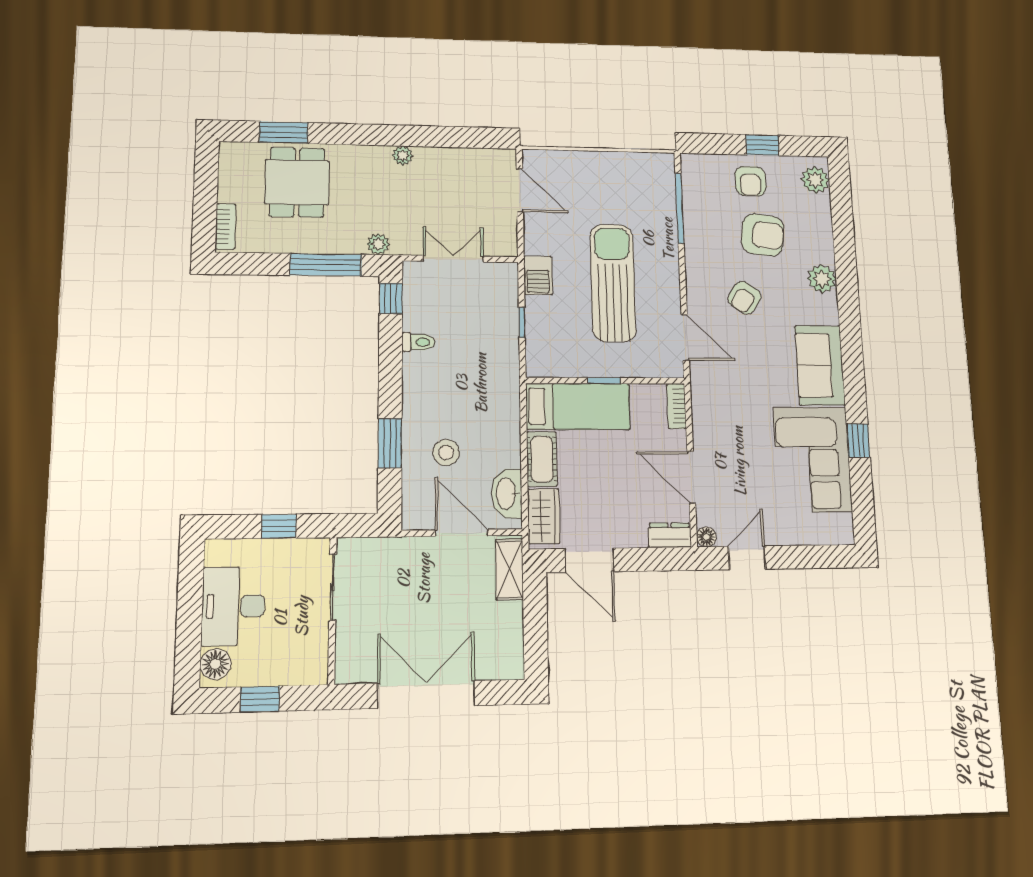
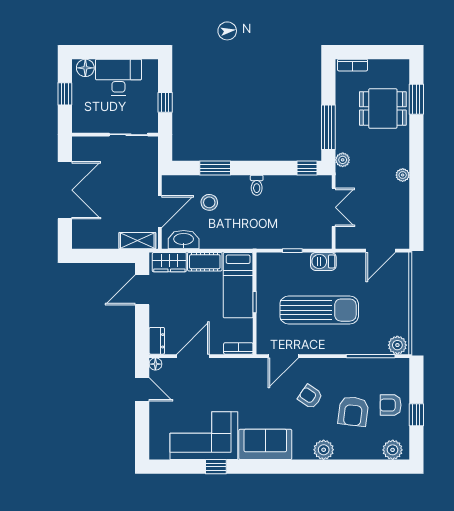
plant: (662, 169) -> (397, 345), added
toilet: (418, 342) -> (257, 185), moved

